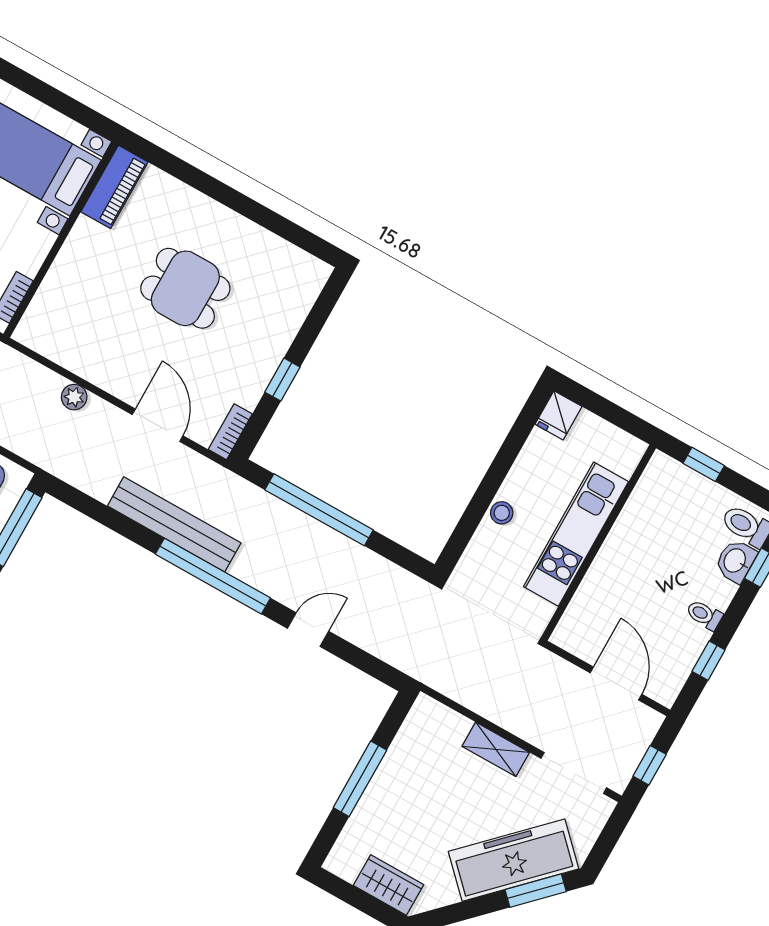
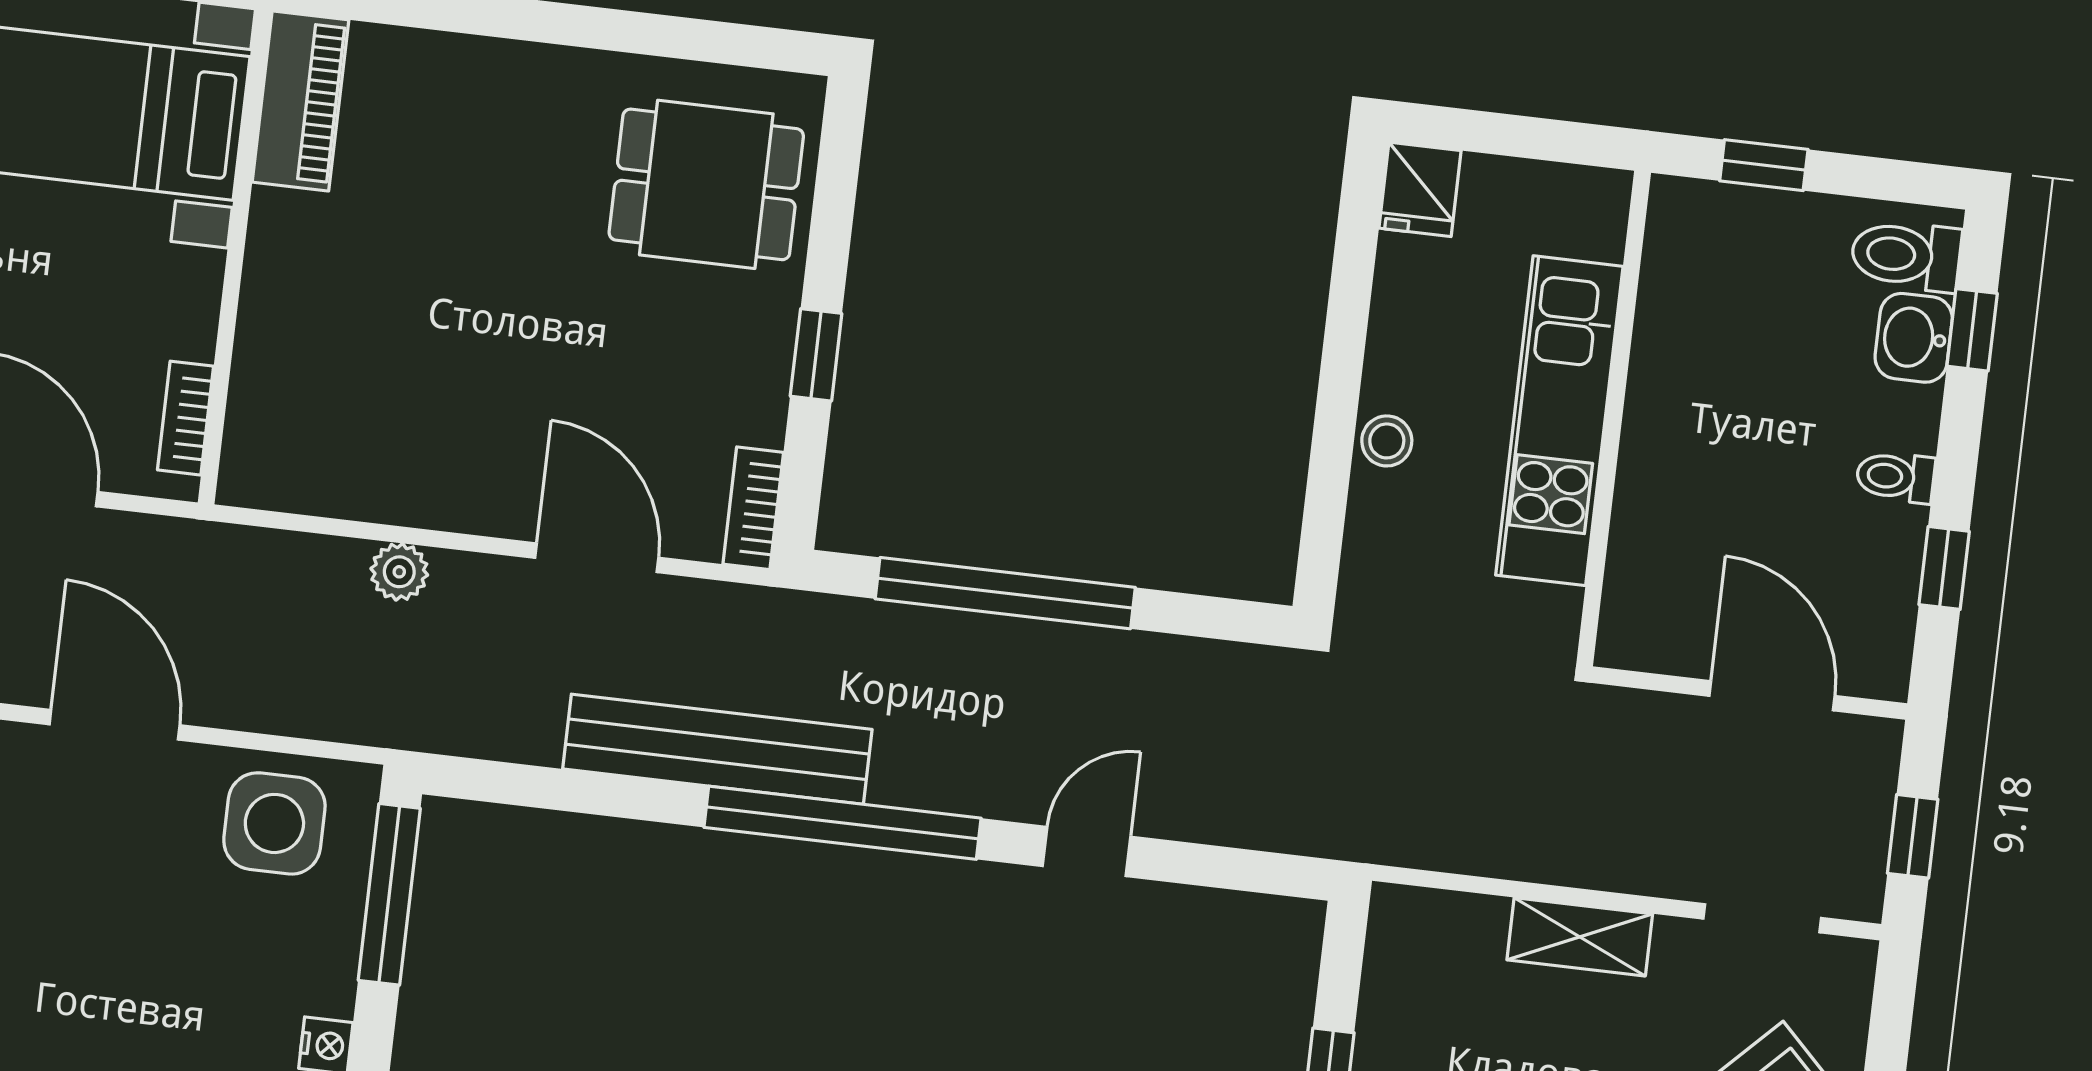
dining table: (185, 288) -> (706, 184), moved
doorway: (574, 773) -> (1762, 918), width x0.73

